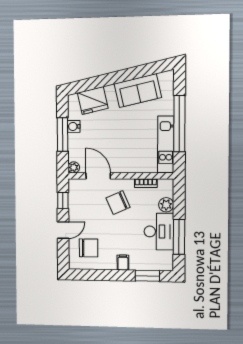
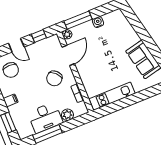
fridge: (93, 100) -> (123, 29), removed
window: (179, 124) -> (131, 100), removed
window: (62, 134) -> (78, 20), moved
chair: (118, 203) -> (54, 78), turned -110

